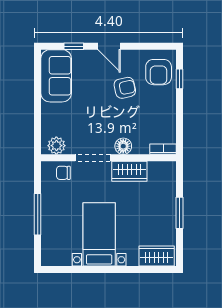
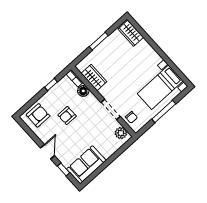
window: (180, 79) -> (51, 84), moved
armchair: (125, 88) -> (67, 116), moved, turned -78
floor lamp: (123, 146) -> (83, 91), moved
wardrobe: (129, 171) -> (94, 77), moved
bed with nightstands: (99, 234) -> (160, 87), moved

